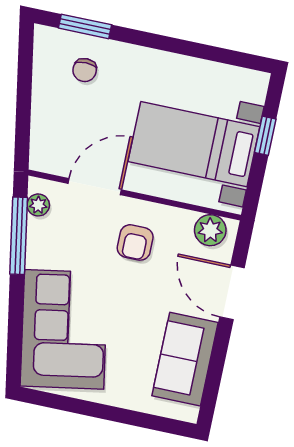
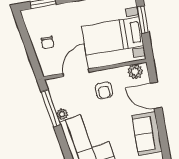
chair: (85, 70) -> (48, 43), moved
window: (265, 136) -> (143, 20), width x1.50
plant: (38, 205) -> (62, 114), moved

